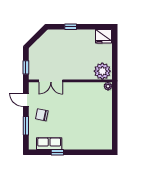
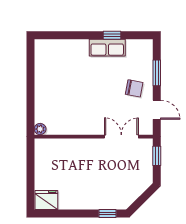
window: (71, 27) -> (108, 214), moved
plant: (102, 71) -> (48, 150), removed
row of seats: (49, 144) -> (107, 48), moved

